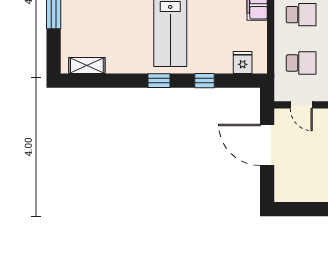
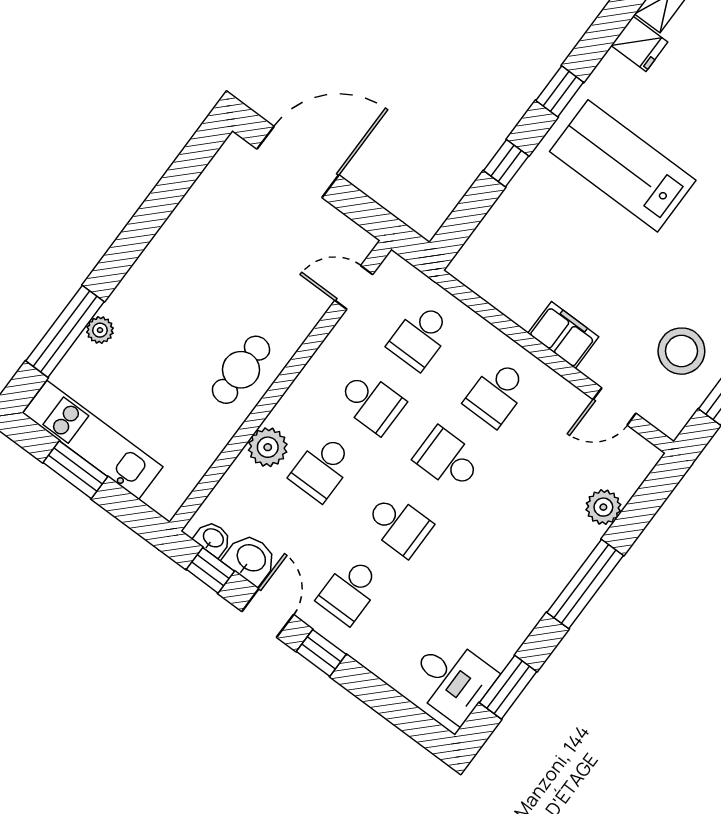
fridge: (243, 63) -> (639, 44), moved
door: (267, 145) -> (298, 162), moved

